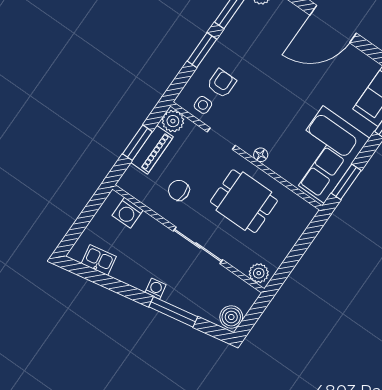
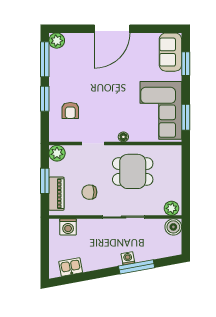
armchair: (222, 83) -> (70, 110), turned 180
side table: (203, 105) -> (68, 131), removed
piano: (152, 150) -> (56, 194), moved
washing machine: (156, 289) -> (128, 258), moved
boiler: (231, 317) -> (173, 227), moved

